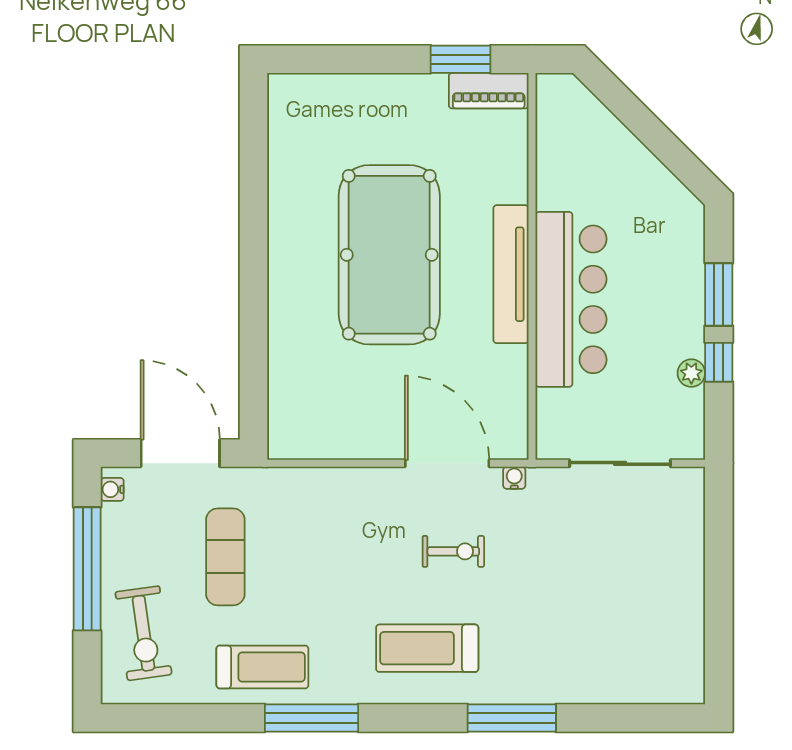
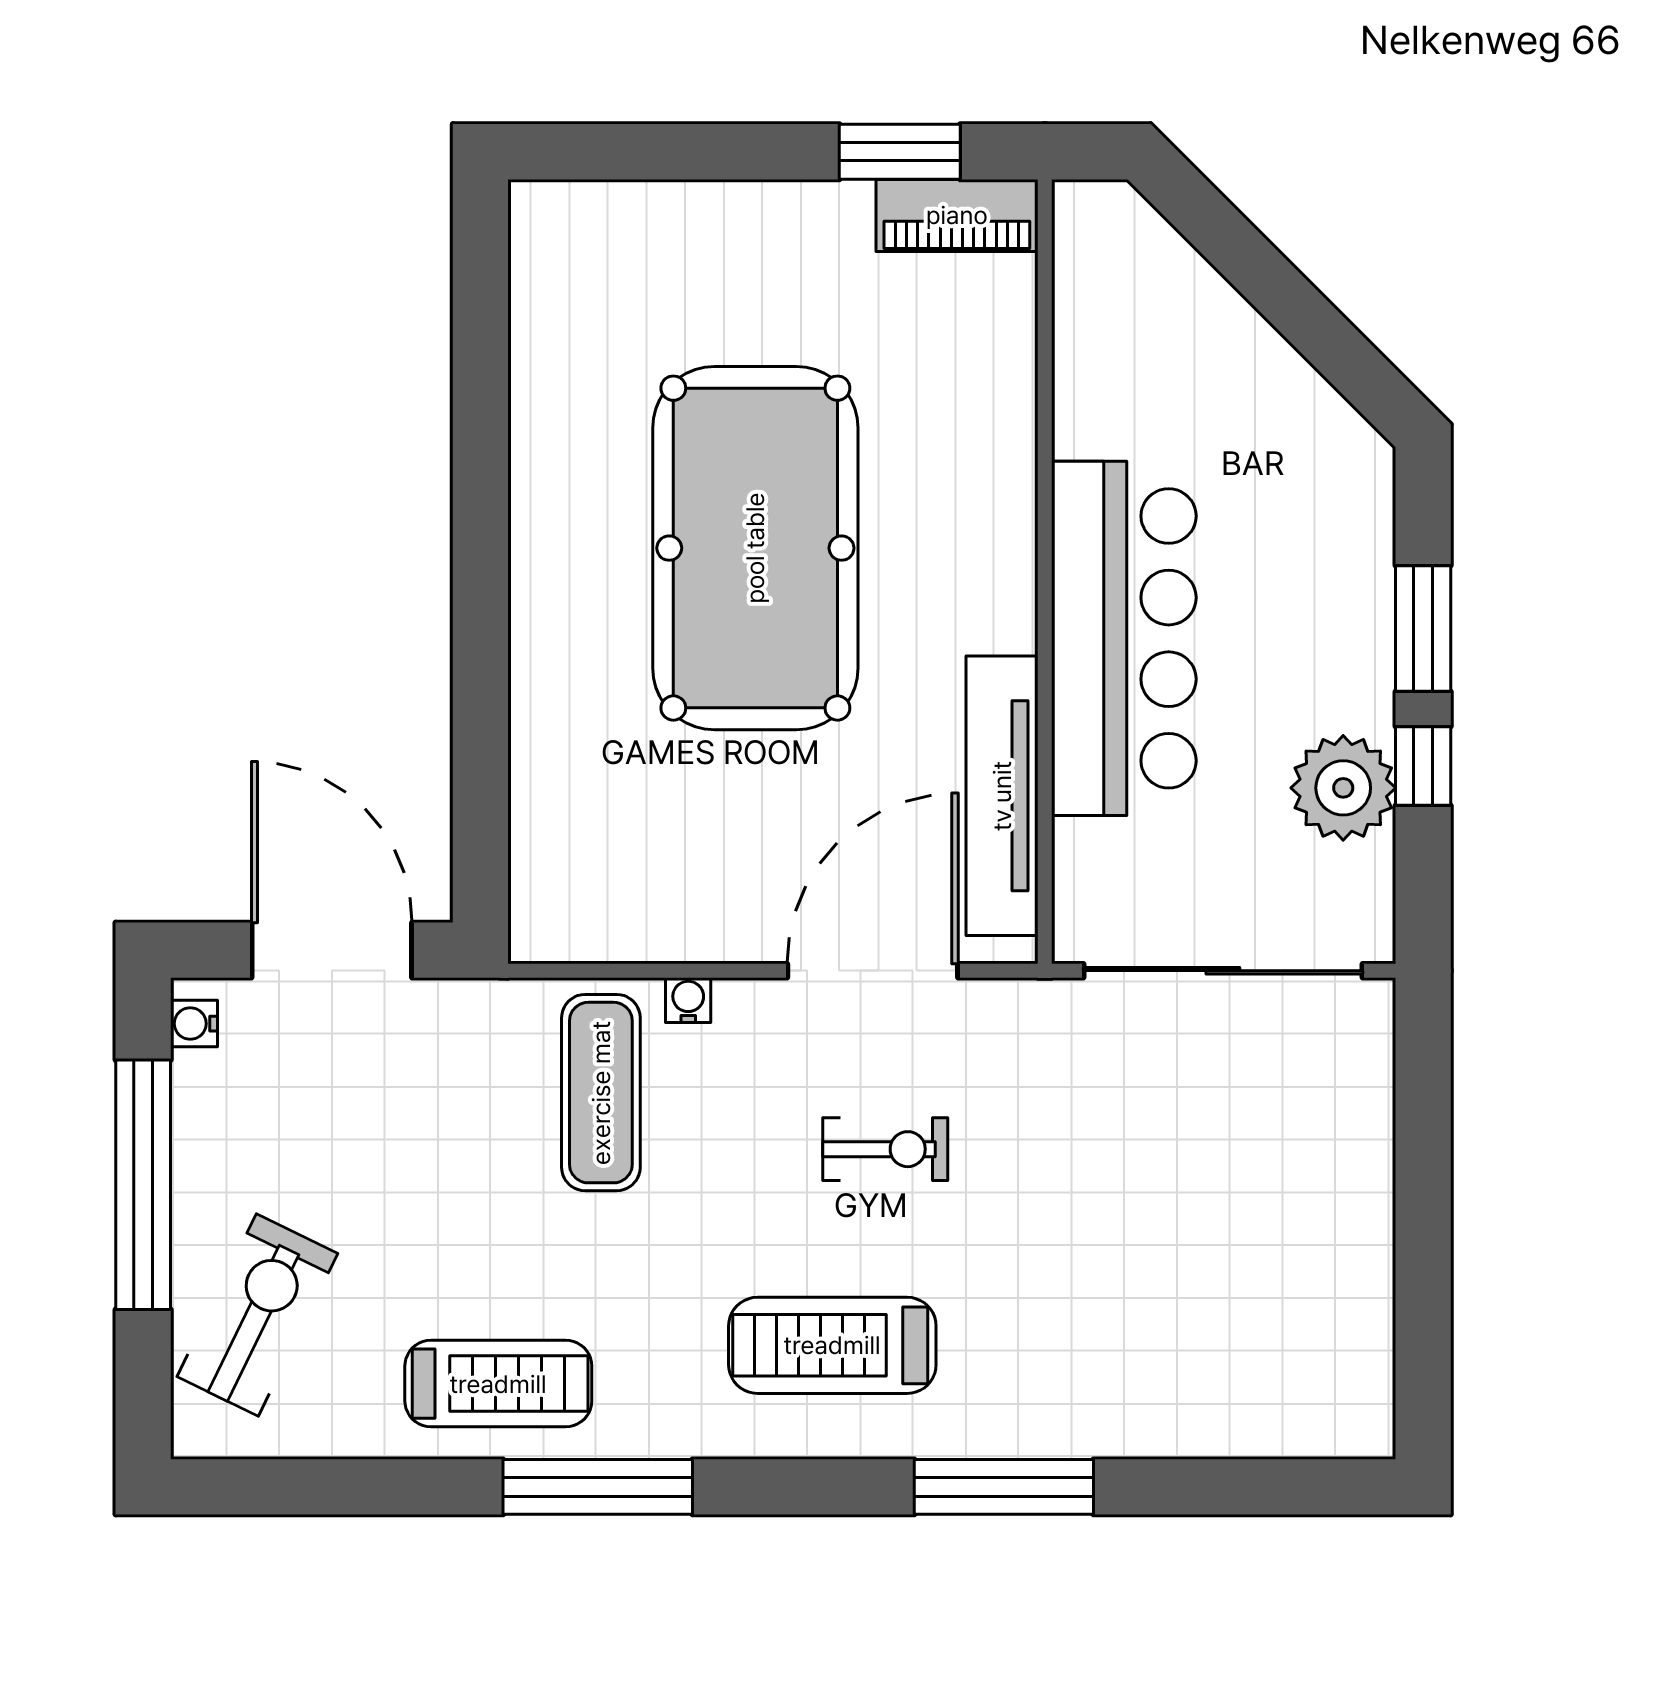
tv unit: (511, 274) -> (1002, 796), moved
plant: (691, 373) -> (1343, 788), width x1.87, depth x1.87
door: (447, 463) -> (873, 971), hinge flipped
sliding door: (620, 463) -> (1223, 971), width x1.36
water cooler: (514, 478) -> (688, 1000), moved
exercise mat: (225, 557) -> (601, 1093), moved
exercise bike: (143, 633) -> (257, 1315), turned -146

